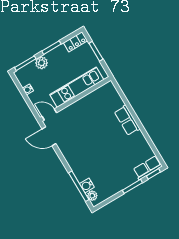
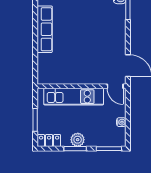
plant: (42, 63) -> (78, 140), moved
row of seats: (127, 120) -> (45, 29), width x1.48

